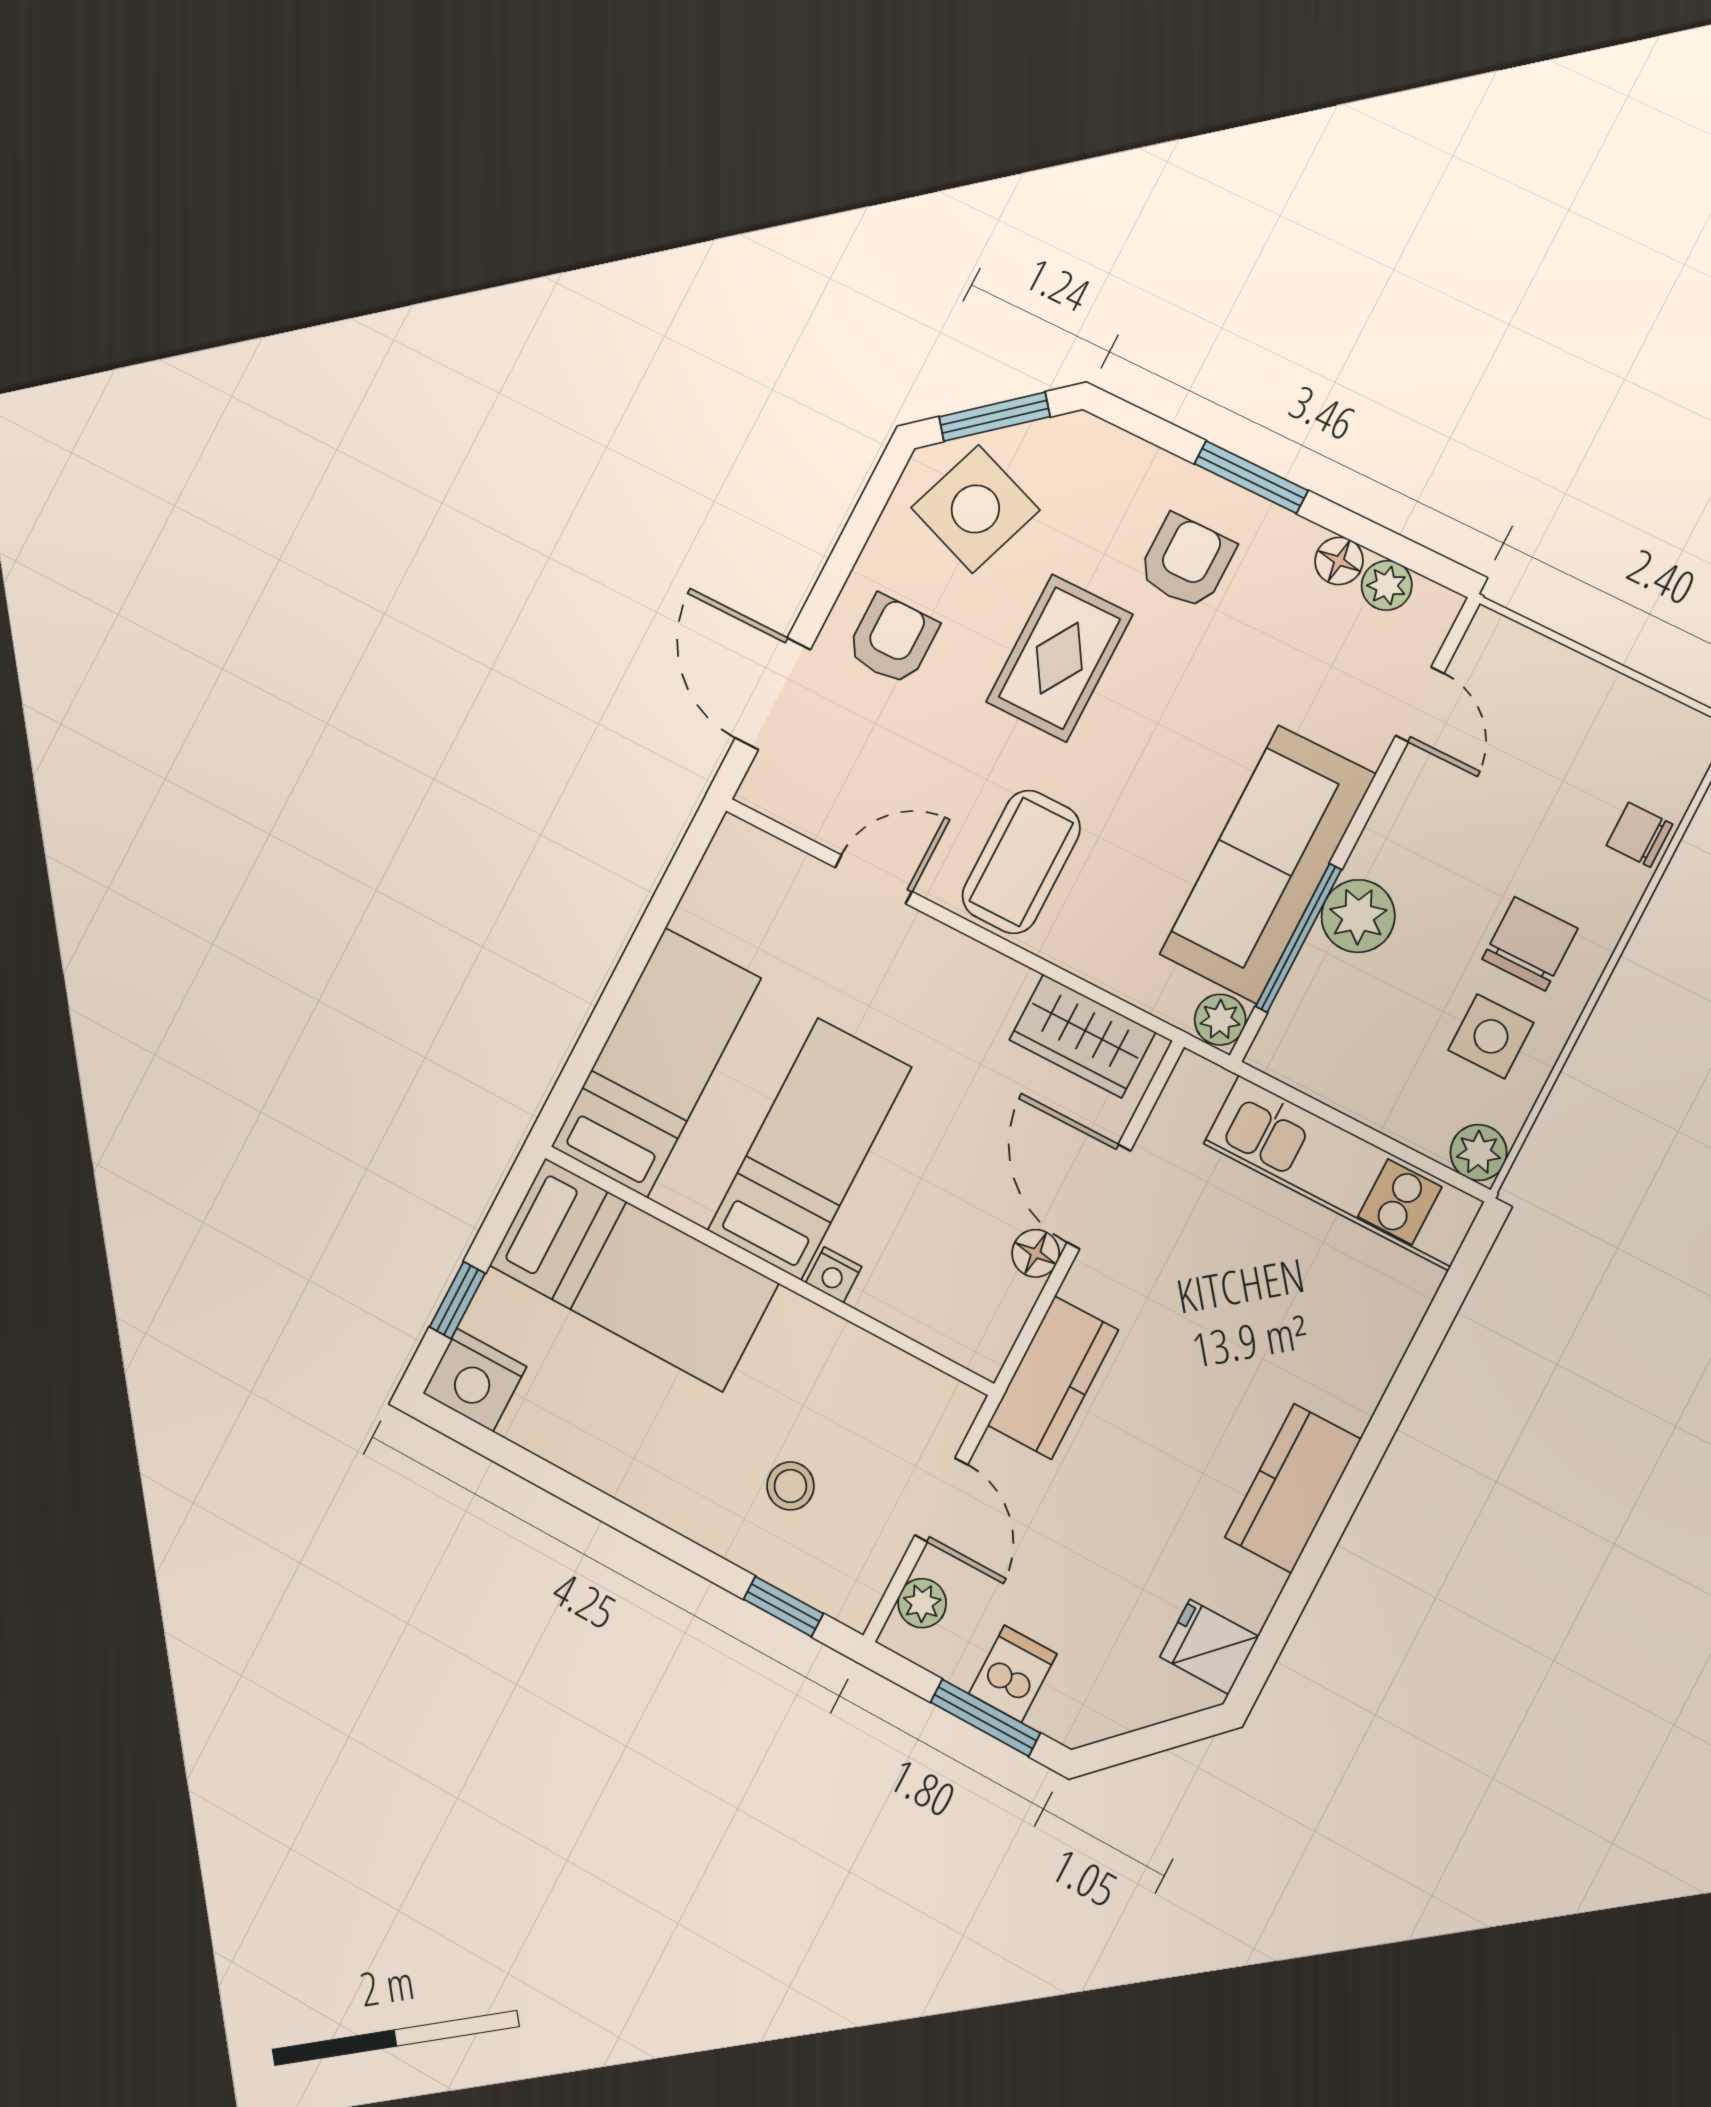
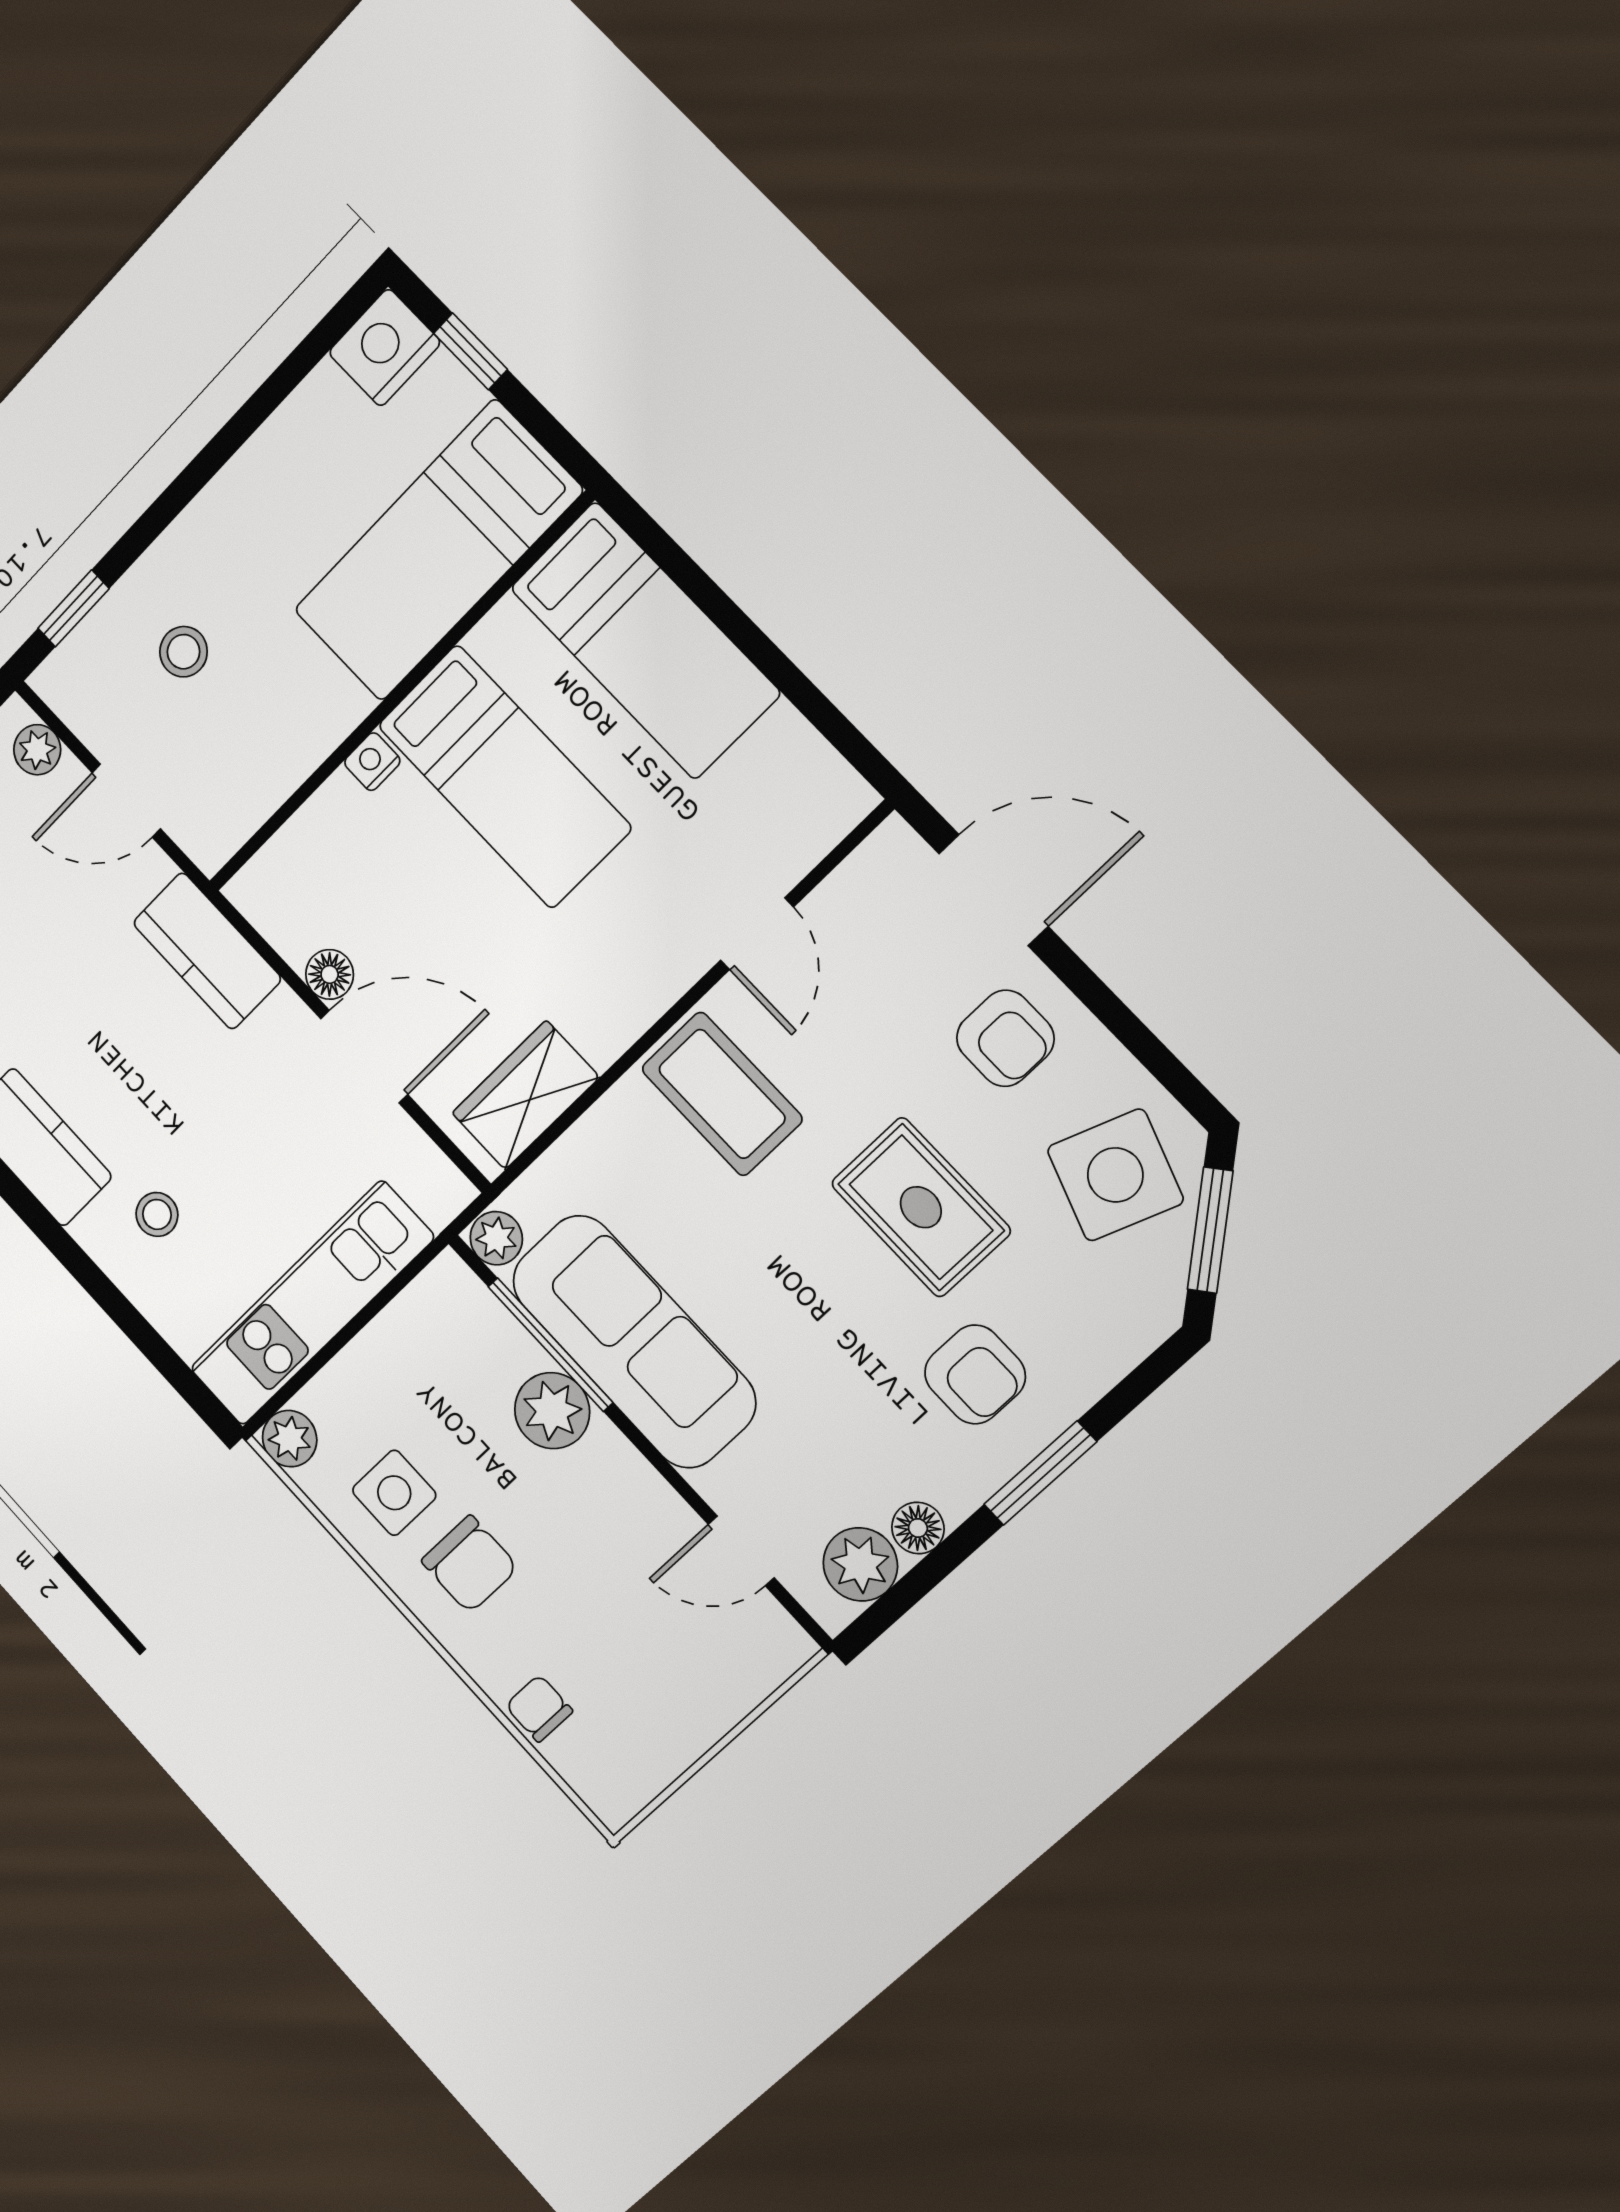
plant: (1387, 585) -> (860, 1564), width x1.38, depth x1.38
chair: (1639, 835) -> (539, 1708), turned -90
stool: (1314, 1349) -> (157, 1214), added

